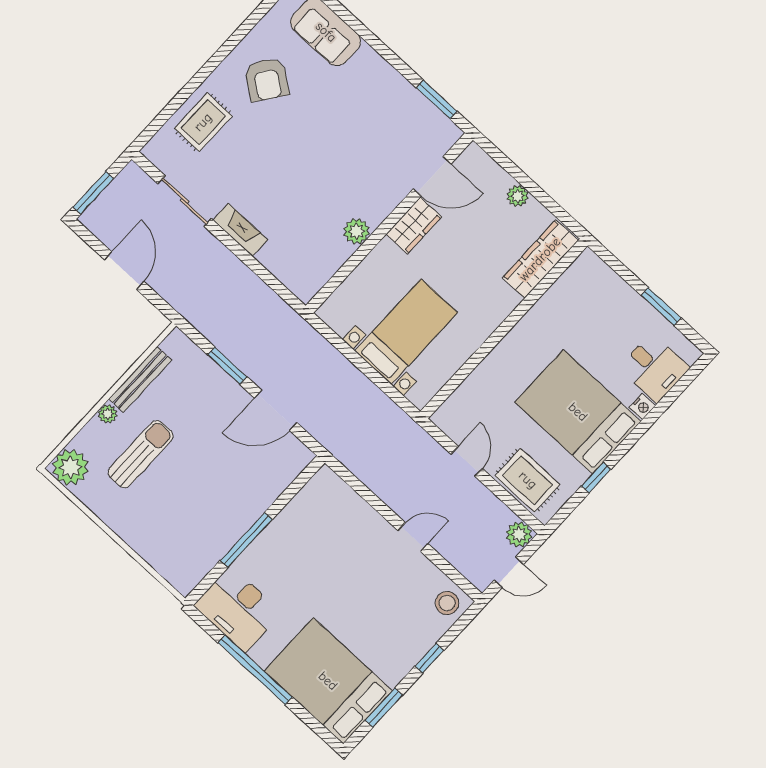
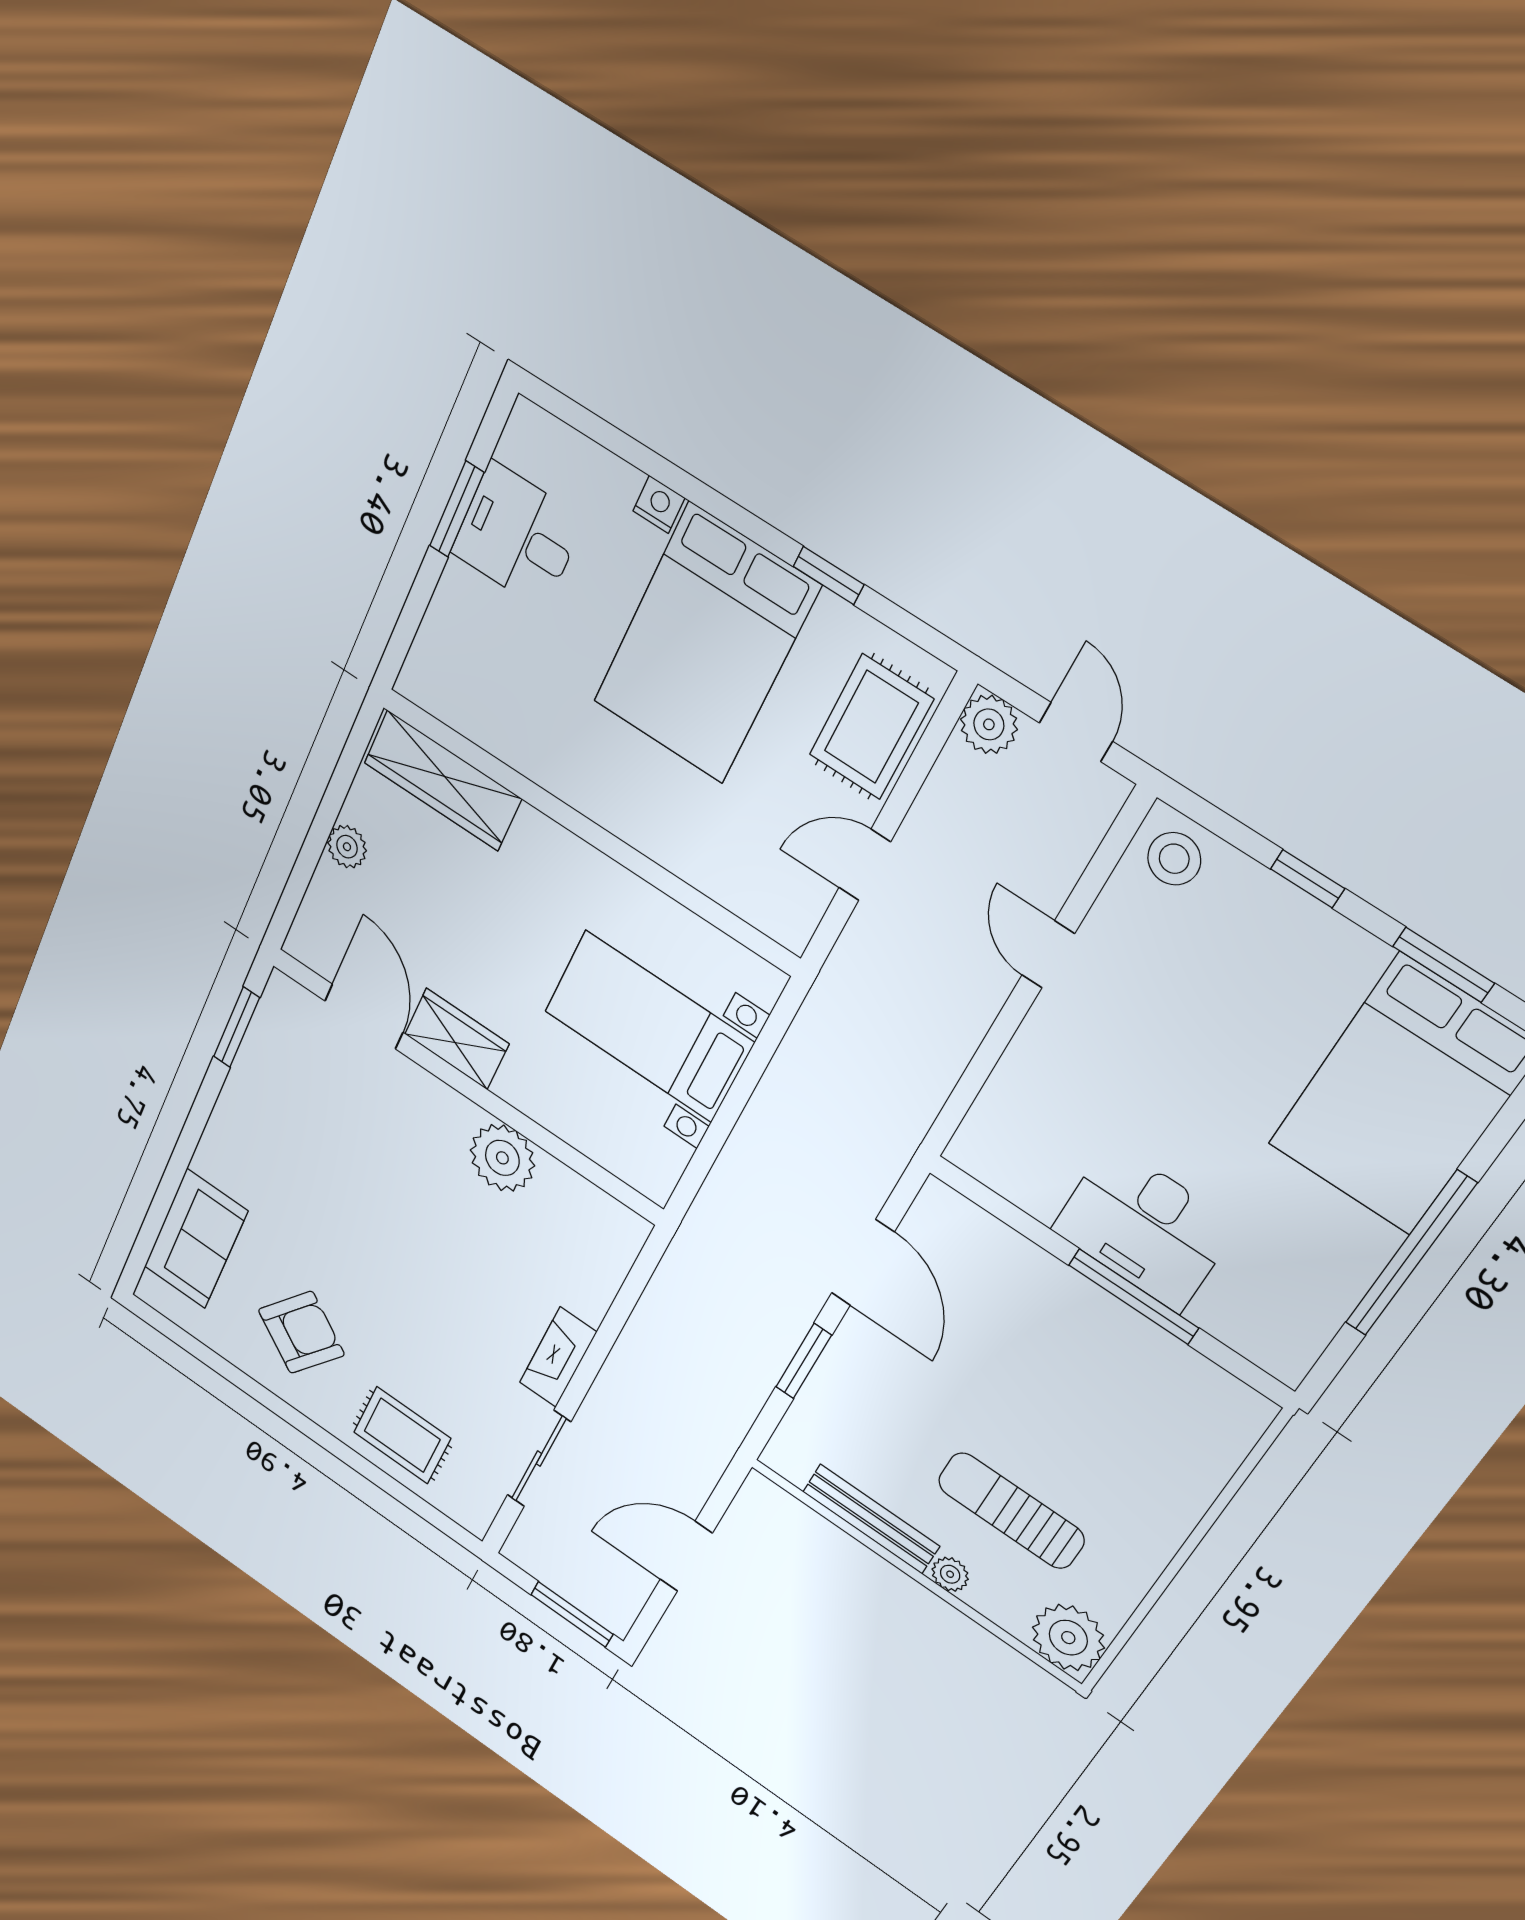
plant: (357, 231) -> (502, 1158), width x1.36, depth x1.36
desk: (654, 368) -> (518, 536), moved, turned -90
desk: (238, 609) -> (1144, 1227), moved, turned 90

